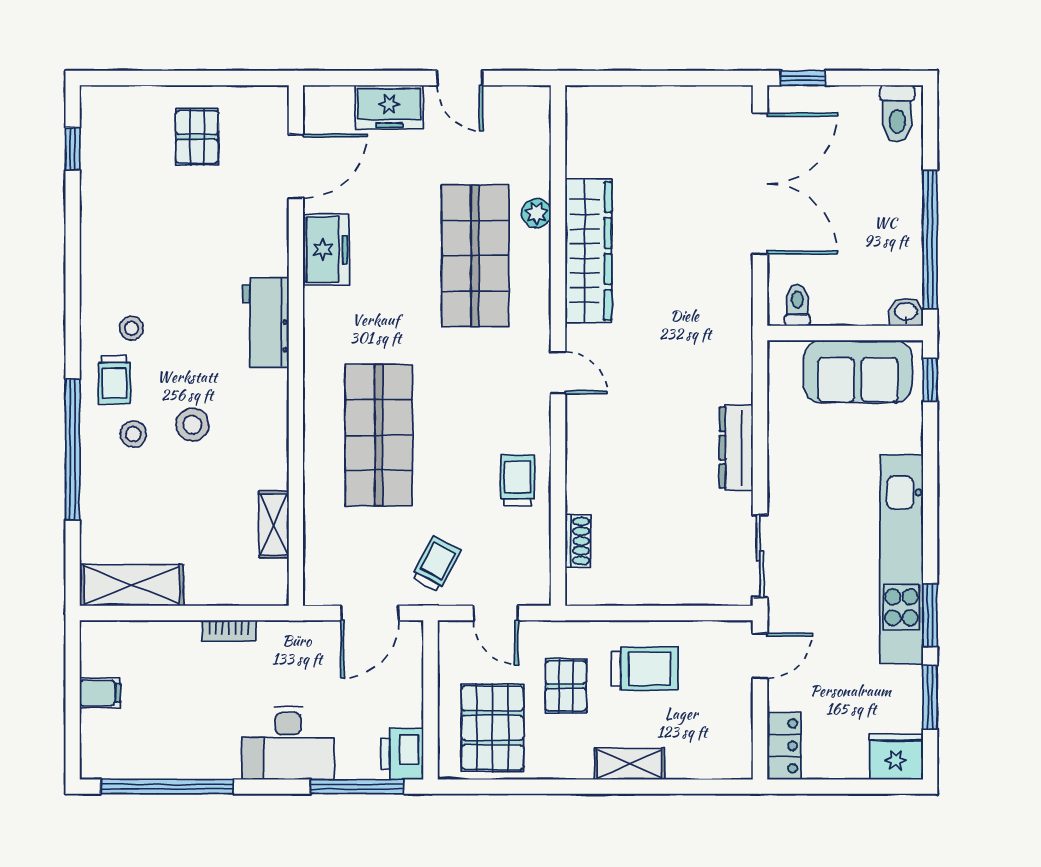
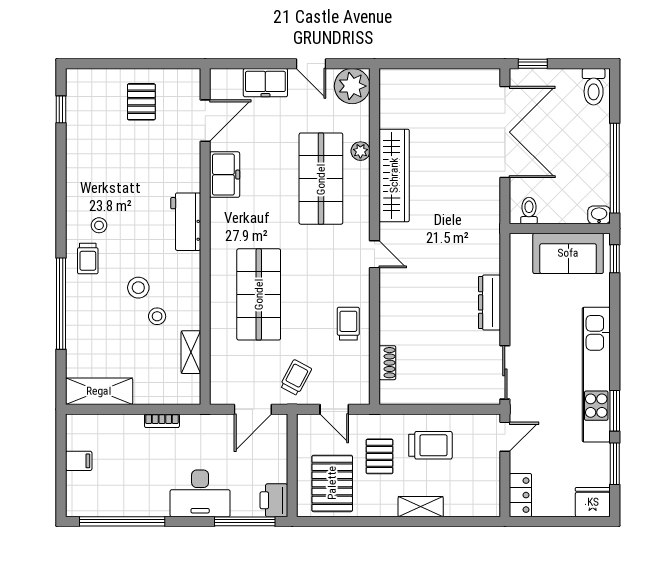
plant: (523, 113) -> (352, 86), added
stool: (133, 434) -> (157, 316), moved

